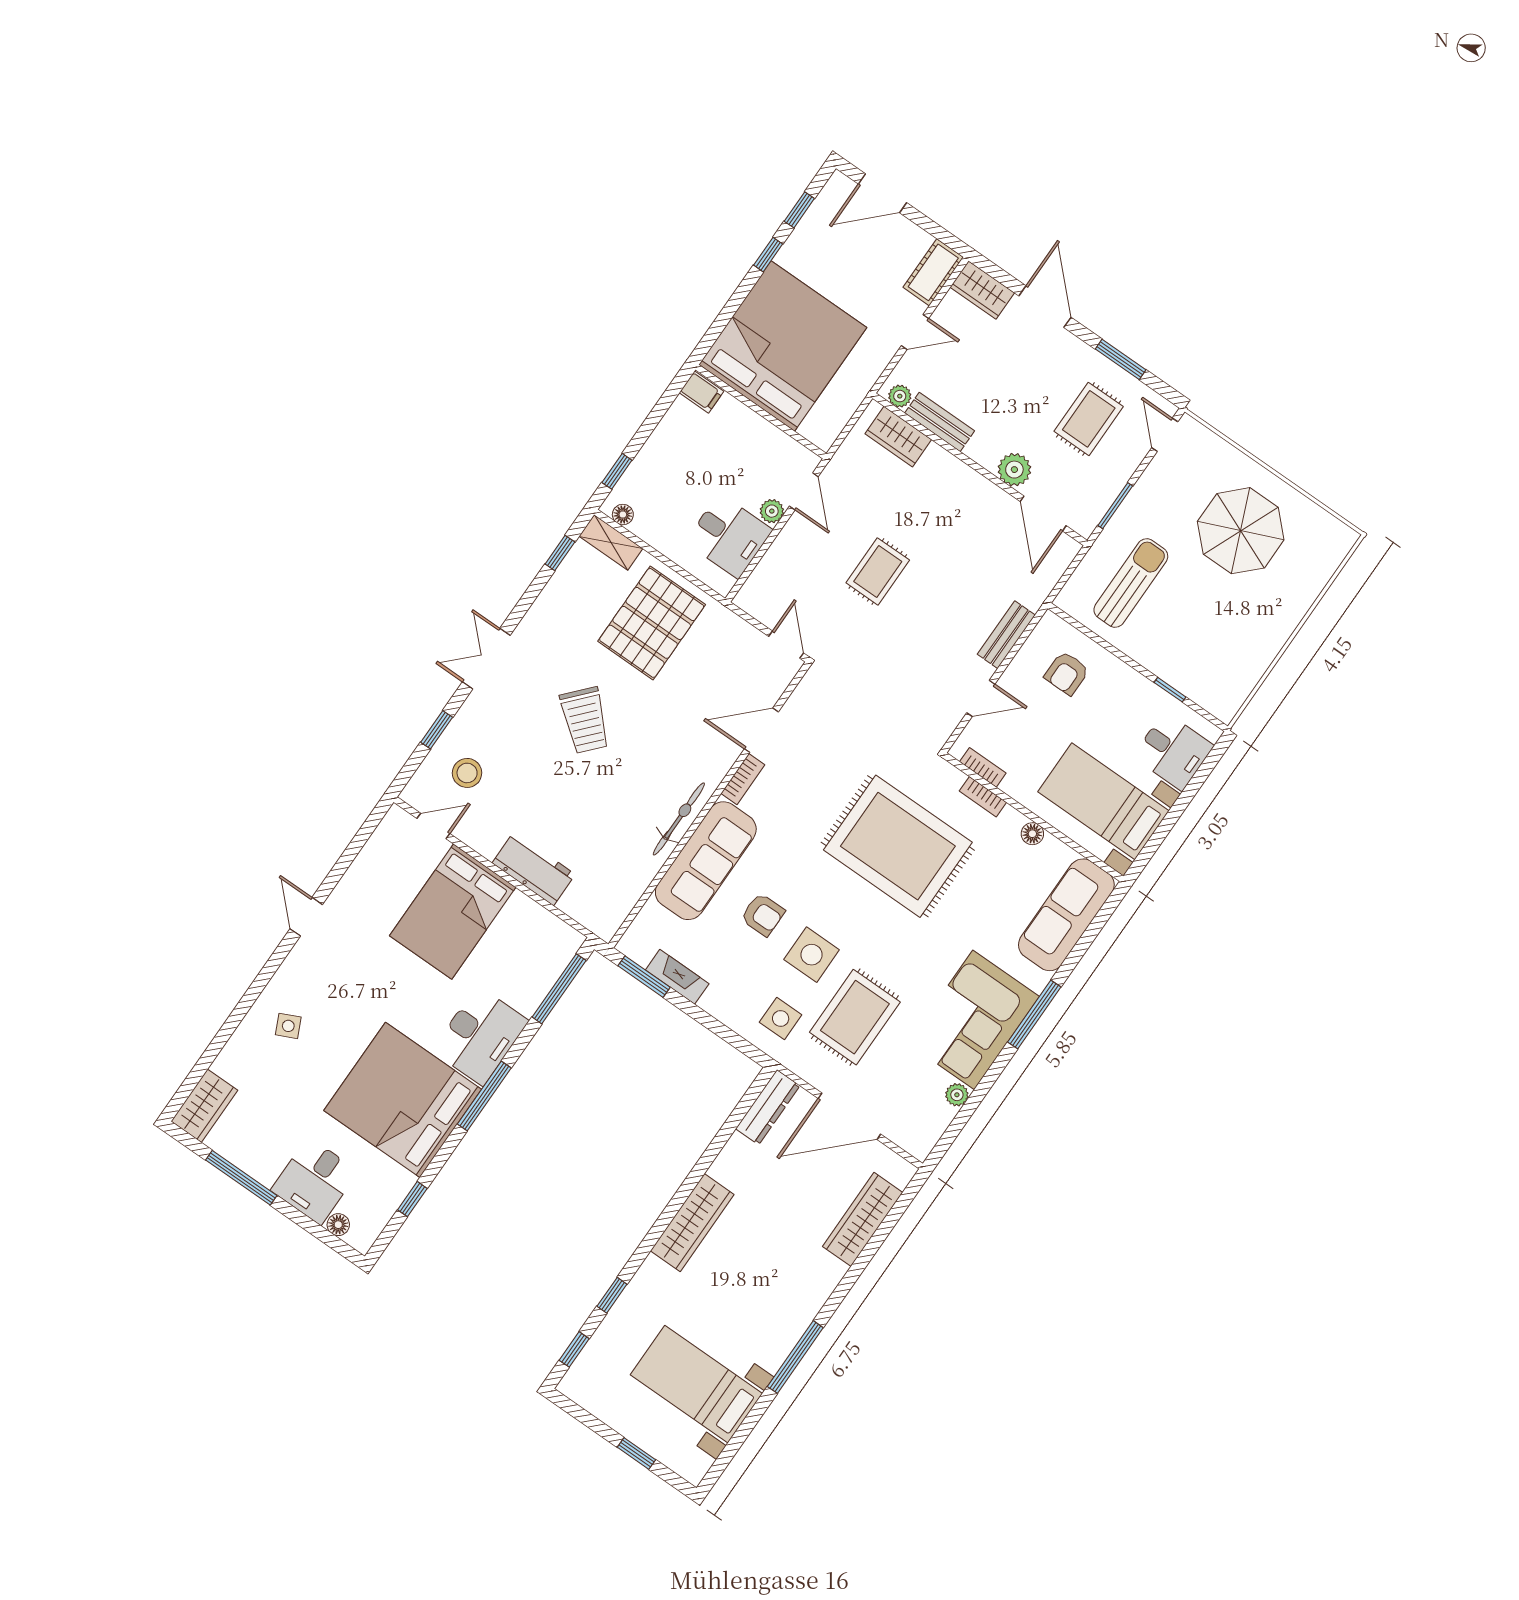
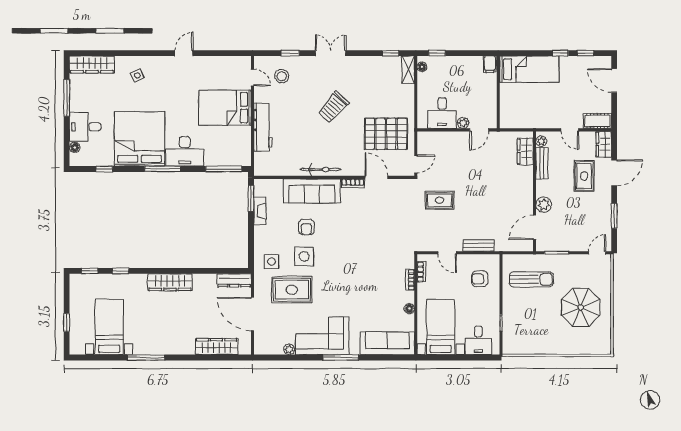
bed: (783, 346) -> (529, 69), width x0.49
rug: (1089, 419) -> (584, 176), moved, turned 90
rug: (878, 571) -> (440, 200), moved
pallet: (652, 623) -> (386, 134), moved
rug: (898, 846) -> (369, 260), removed
workbench: (534, 869) -> (263, 127), width x1.38
wardrobe: (204, 1106) -> (92, 65), width x1.50

